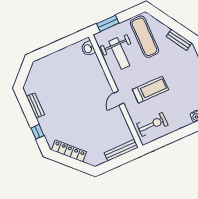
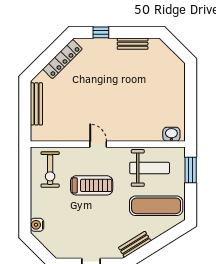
weight bench: (119, 53) -> (150, 168), turned 180
treadmill: (150, 90) -> (92, 185), turned -90
bench: (121, 150) -> (36, 104), moved

